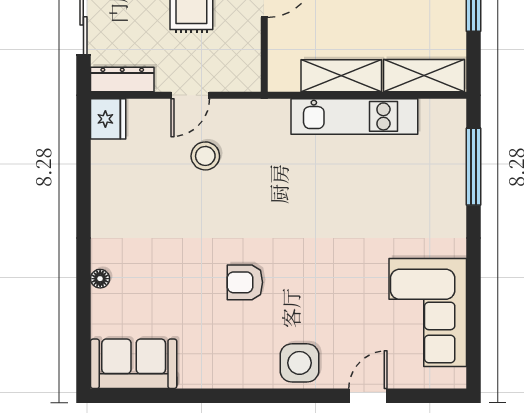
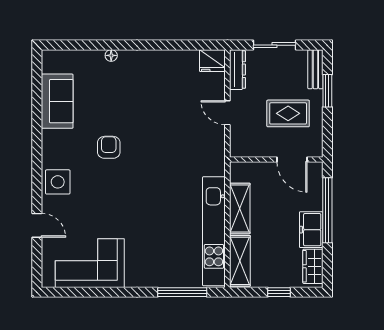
kitchen unit: (354, 116) -> (214, 231), width x1.36
stool: (205, 156) -> (189, 122), removed
sofa: (134, 364) -> (57, 101), moved

